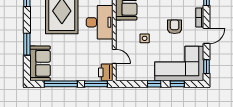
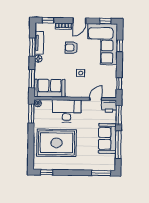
door: (207, 36) -> (79, 21), swing flipped
window: (27, 44) -> (101, 173), moved
sofa: (40, 63) -> (107, 138), moved, turned -90
window: (154, 84) -> (119, 84), moved

